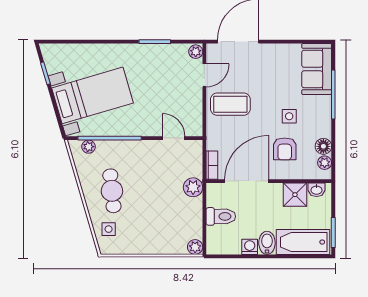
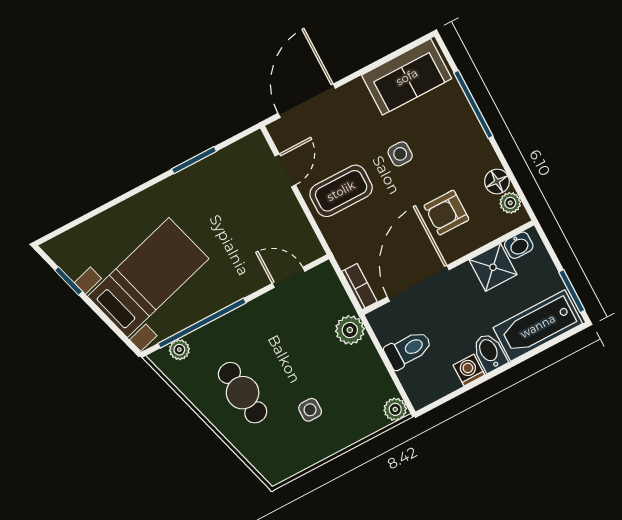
plant: (196, 52) -> (257, 145), removed
sofa: (317, 69) -> (407, 77), moved, turned -90
side table: (289, 116) -> (400, 154), moved
armchair: (285, 149) -> (446, 213), turned 90
side table: (109, 229) -> (310, 410), moved

